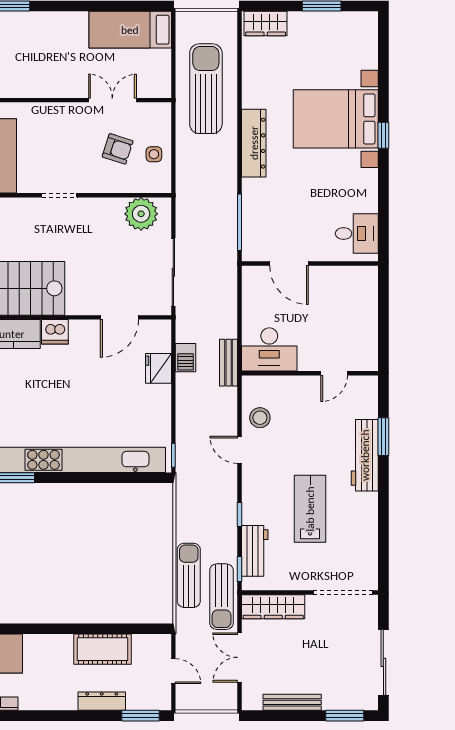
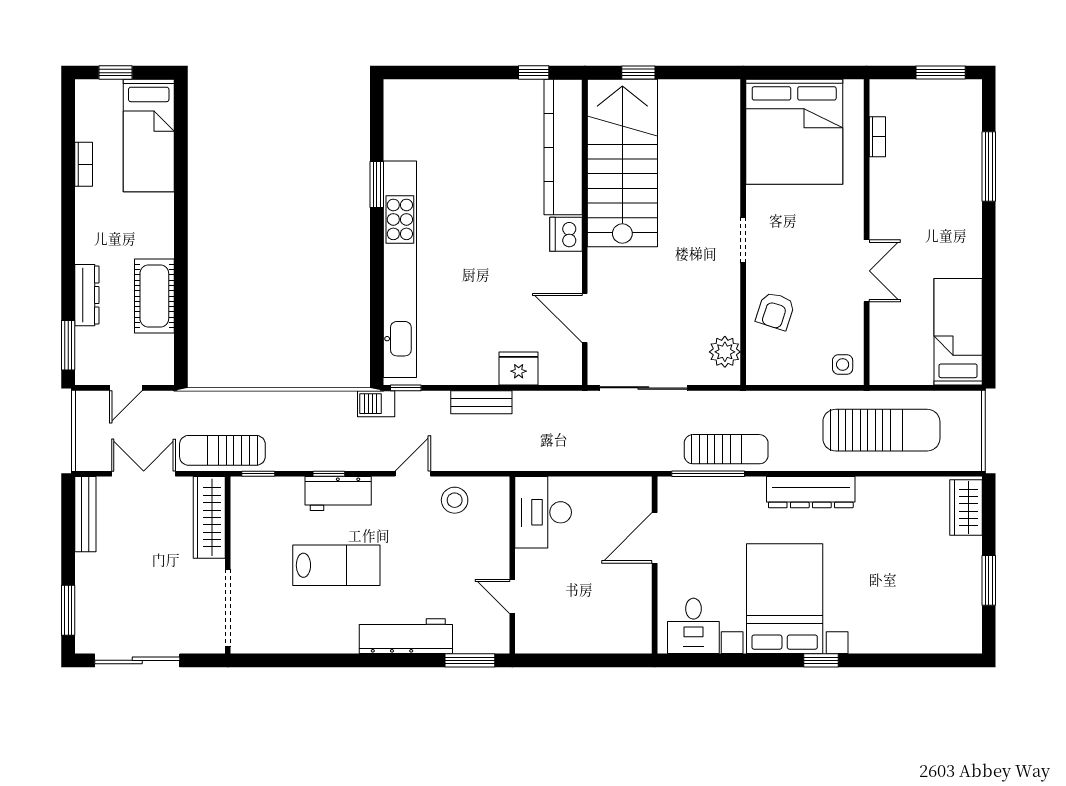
double door: (112, 100) -> (867, 271), moved
bed with nightstands: (336, 119) -> (785, 599), moved
armchair: (118, 149) -> (775, 311), moved
side table: (154, 154) -> (843, 364), moved
plant: (141, 214) -> (725, 352), width x0.73, depth x0.73
barbecue: (186, 358) -> (376, 404), moved
bench: (229, 363) -> (481, 402), moved
window: (383, 437) -> (470, 660), moved
workbench: (255, 551) -> (338, 494), moved
sun lounger: (189, 575) -> (726, 449), moved
bench: (292, 702) -> (85, 514), moved

